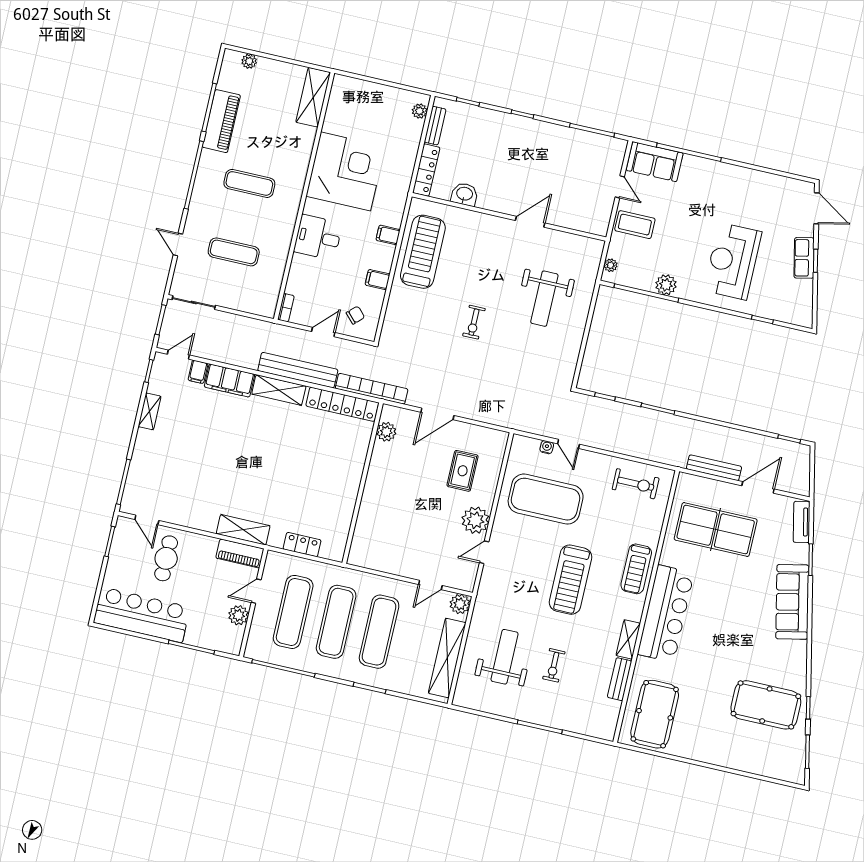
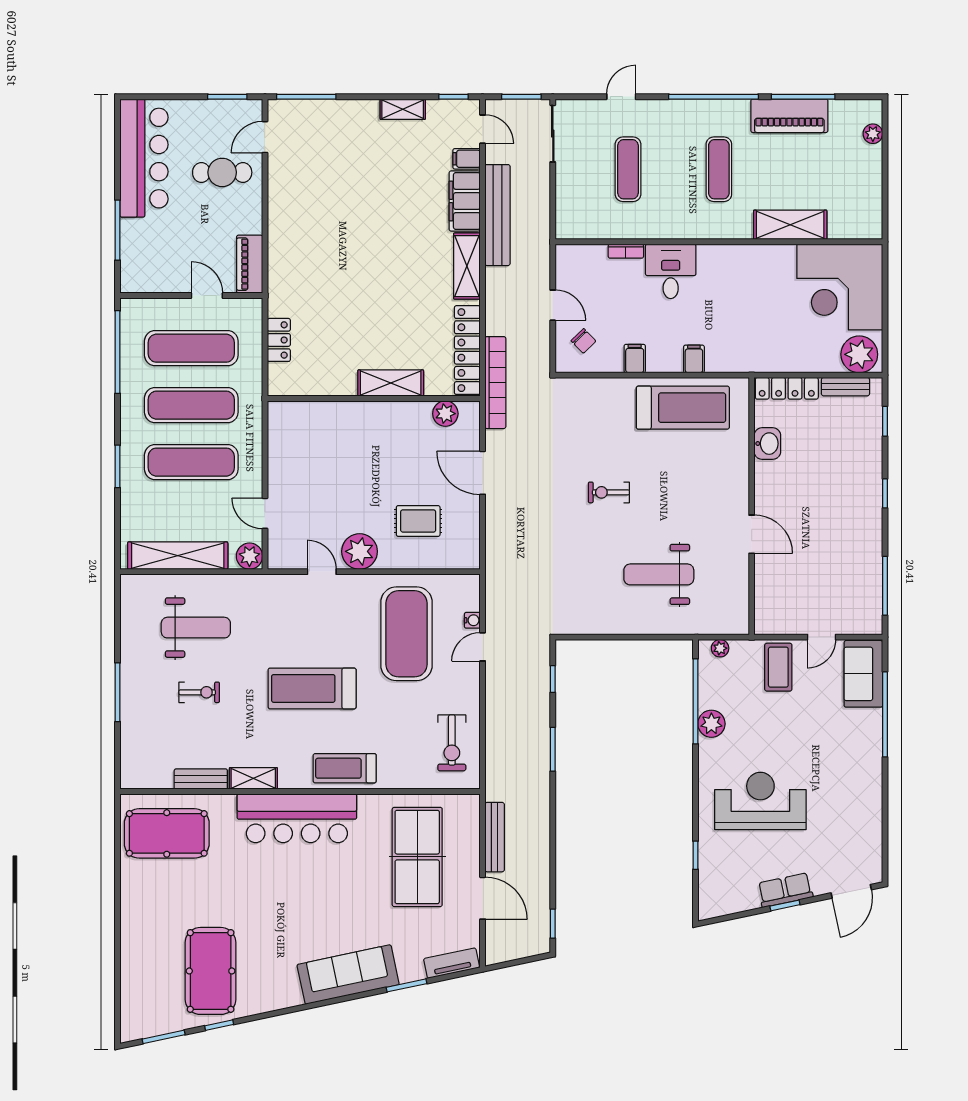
shelving: (313, 97) -> (790, 225), moved
plant: (420, 111) -> (859, 354), width x1.88, depth x1.88
corner desk: (346, 171) -> (840, 287), moved, turned 90
bookcase: (286, 308) -> (626, 251), moved
bench: (298, 370) -> (497, 215), moved
shelving: (243, 530) -> (391, 383), moved, turned 90
plant: (238, 615) -> (171, 280), removed
exercise bike: (554, 665) -> (199, 692), turned 180

